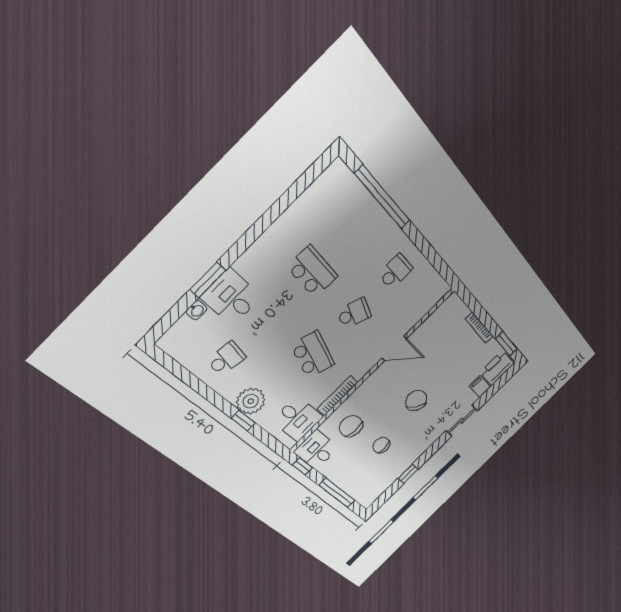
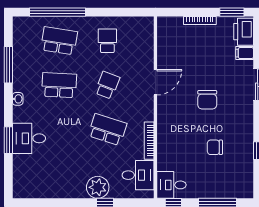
window: (285, 201) -> (8, 65), added
washbasin: (197, 310) -> (18, 99), moved
school desk: (226, 359) -> (59, 41), moved, width x1.85
chair: (416, 400) -> (207, 100), turned -130
chair: (351, 426) -> (179, 152), removed

